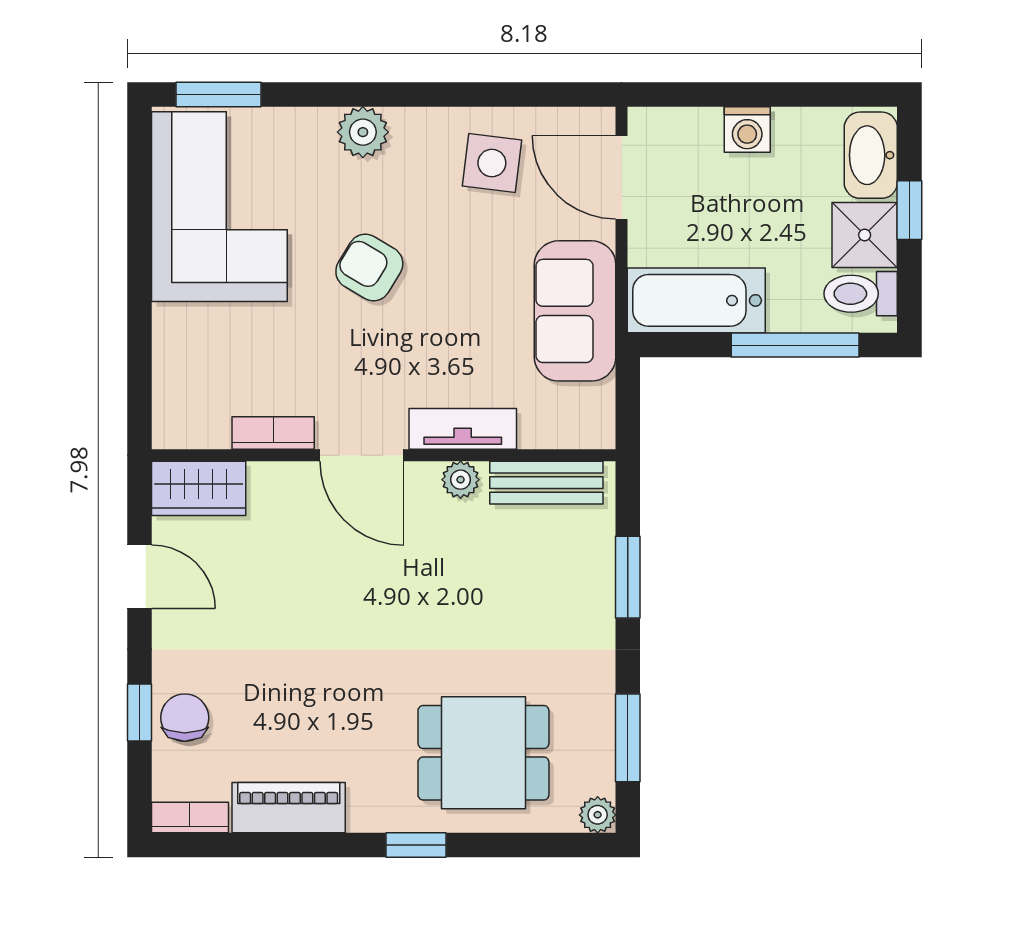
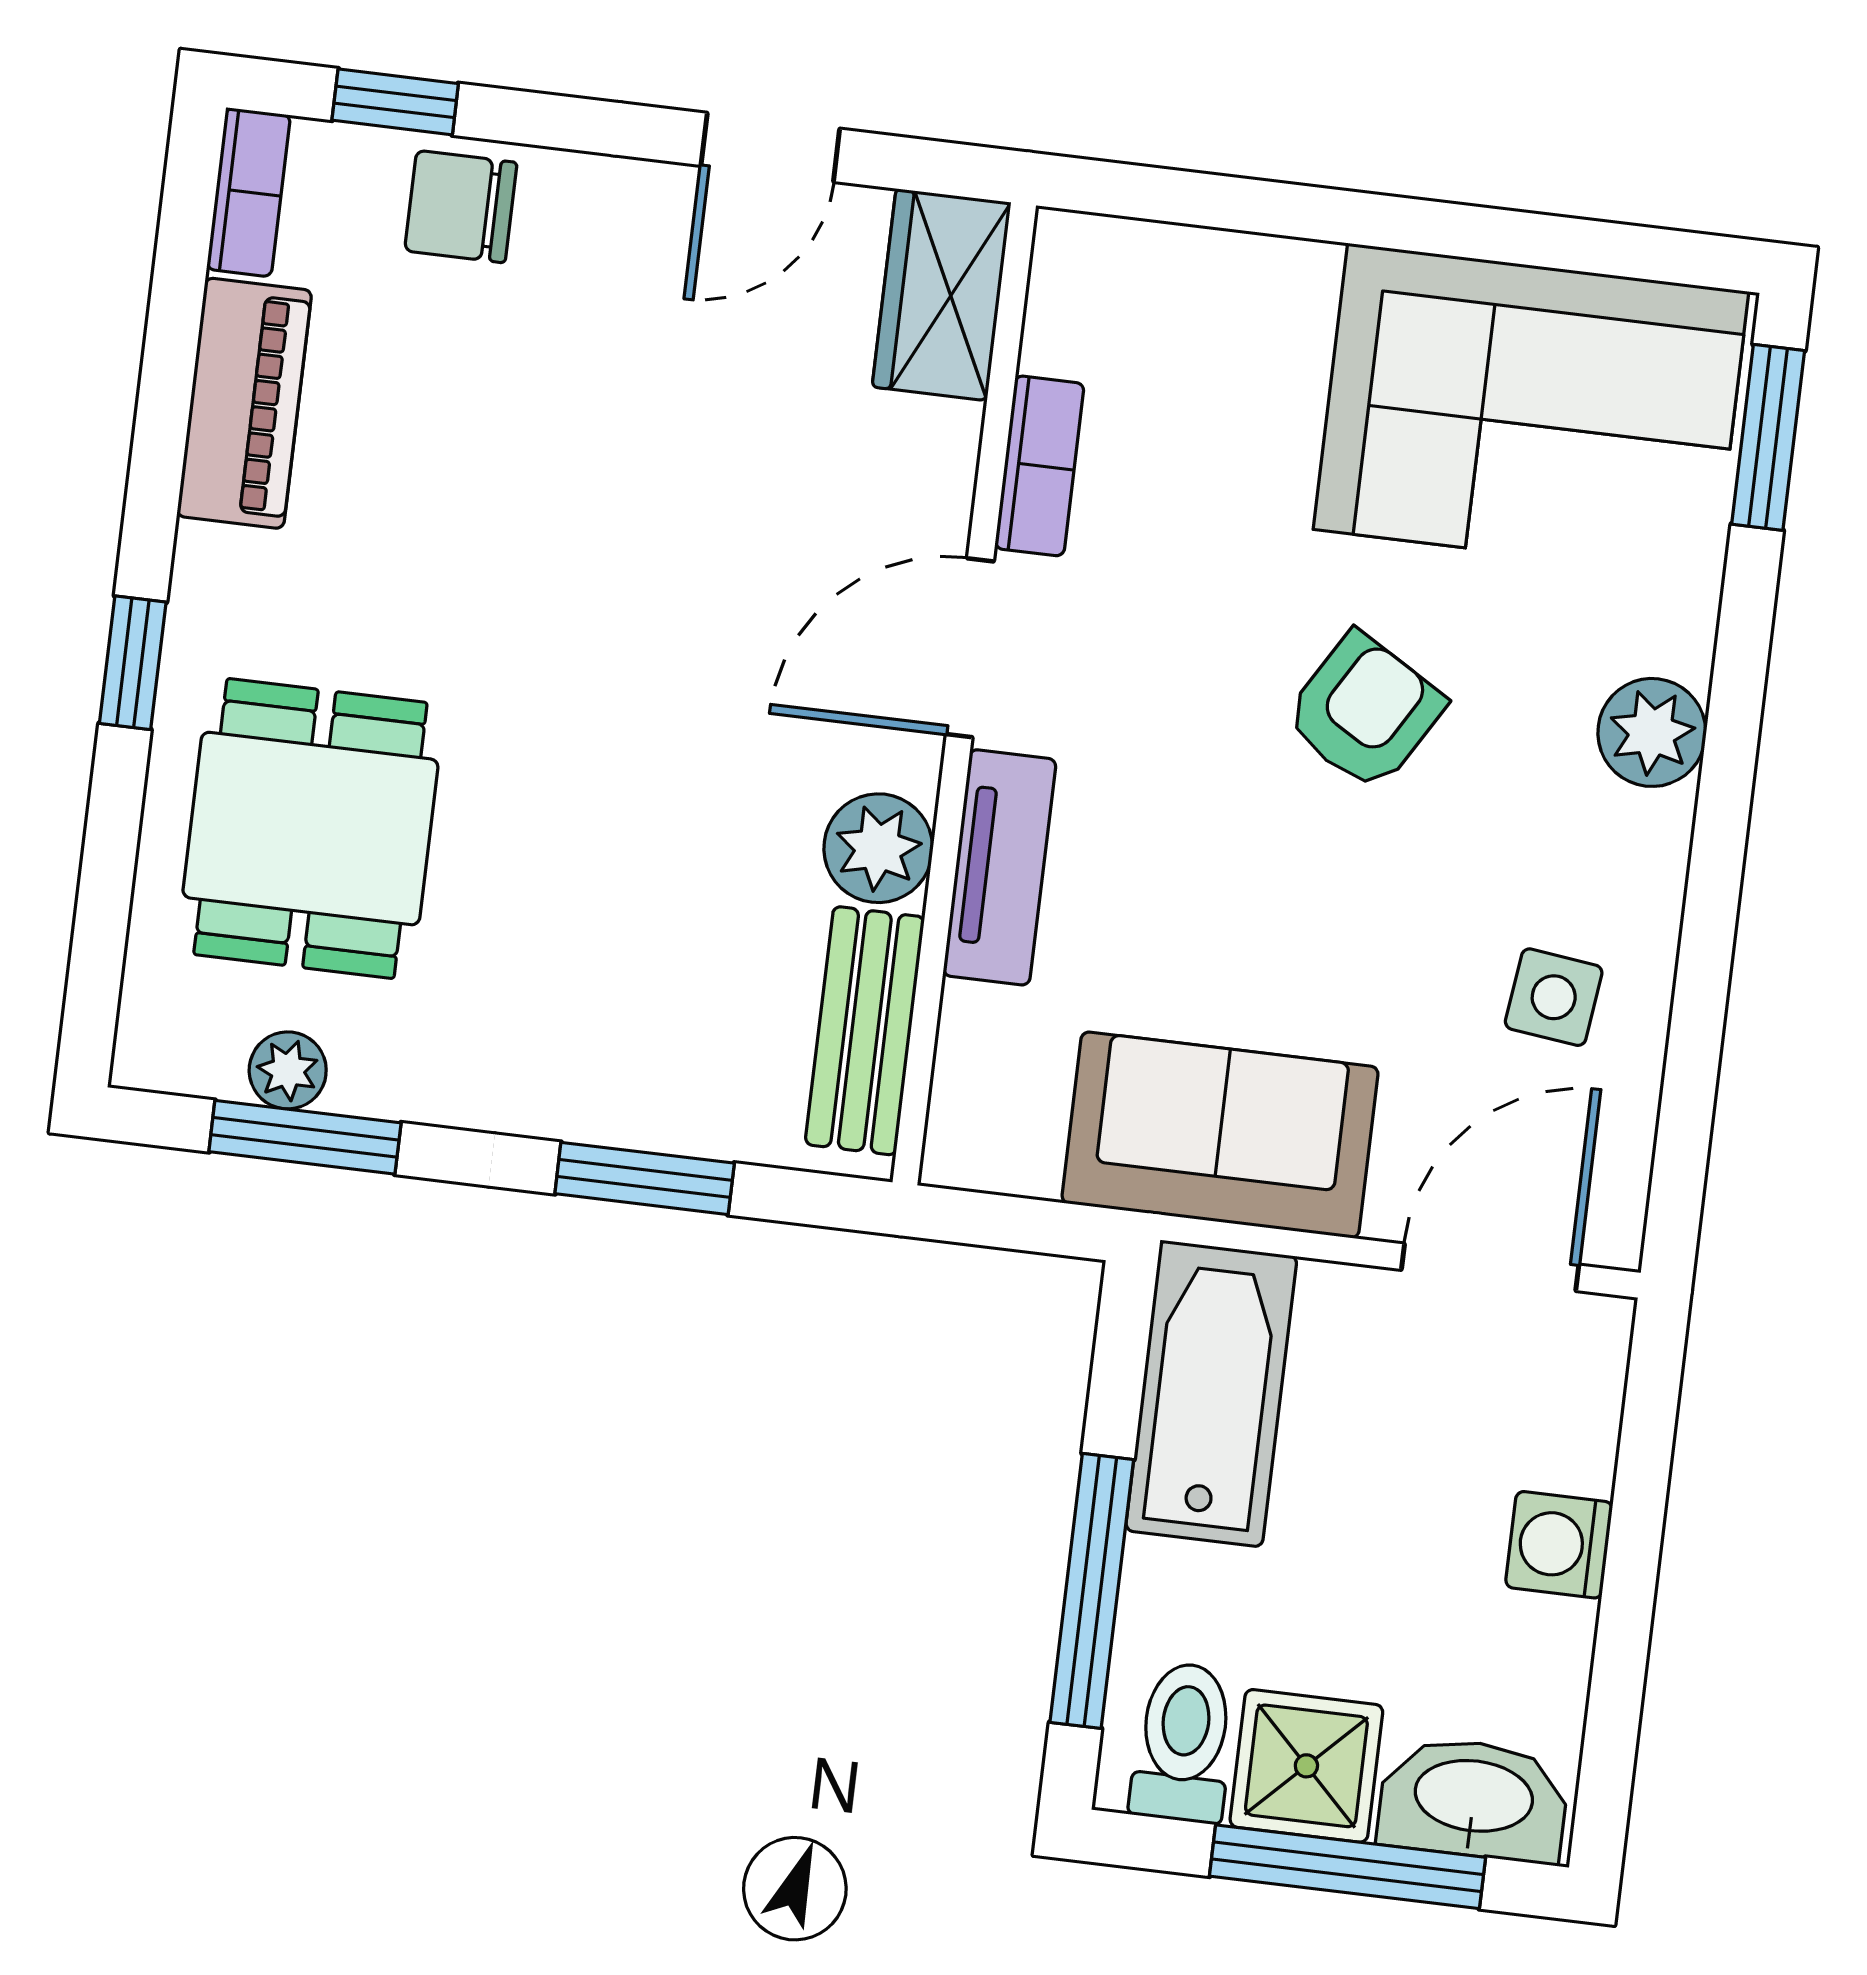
side table: (492, 163) -> (1554, 997), width x0.73, depth x0.73
window: (909, 210) -> (1347, 1867), width x2.17
plant: (461, 480) -> (878, 848), width x1.38, depth x1.38
window: (140, 713) -> (395, 102), moved
chair: (185, 718) -> (461, 207), turned 180
plant: (598, 815) -> (288, 1070), moved

